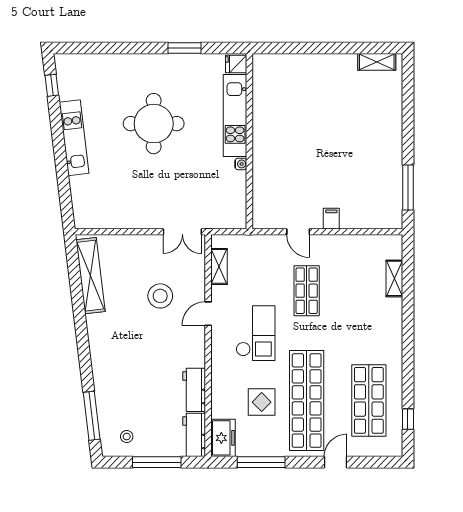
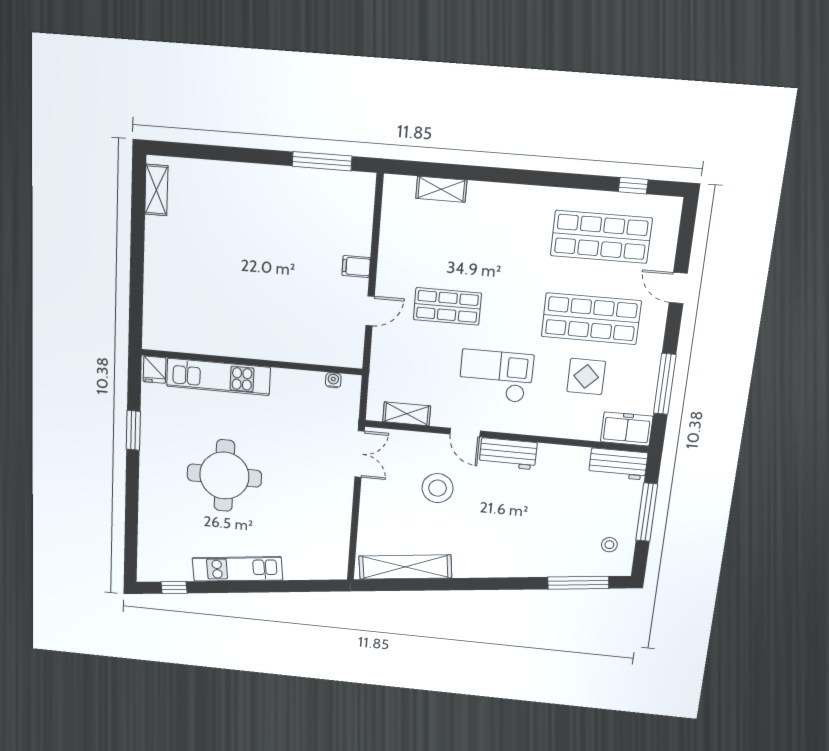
water cooler: (241, 164) -> (333, 380), moved
workbench: (194, 390) -> (508, 454), moved
shop shelf: (307, 400) -> (591, 319), width x0.71

